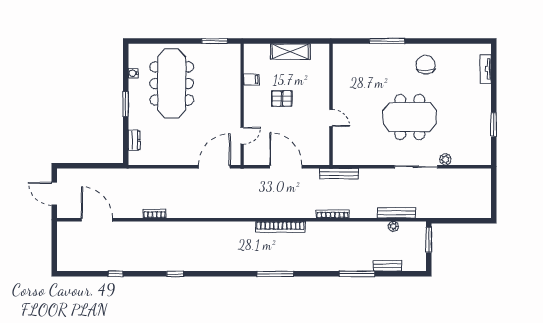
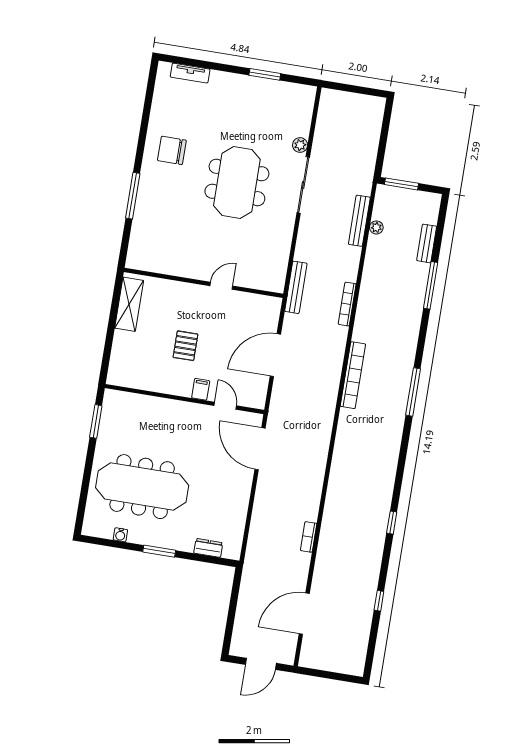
shelving: (290, 52) -> (129, 304), moved
filing cabinet: (251, 79) -> (201, 389), moved

